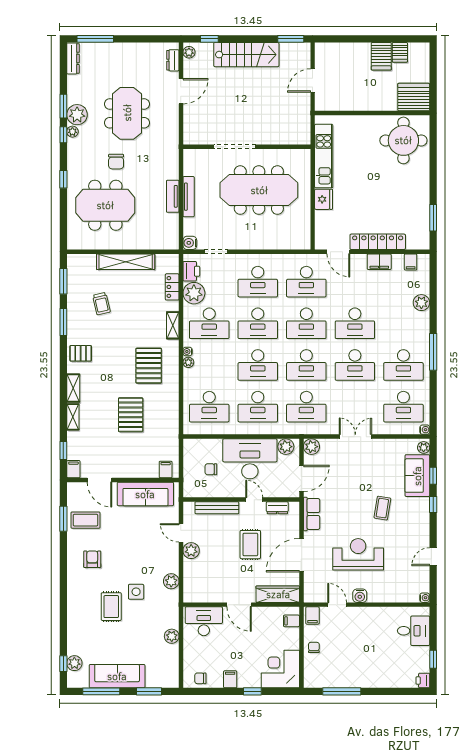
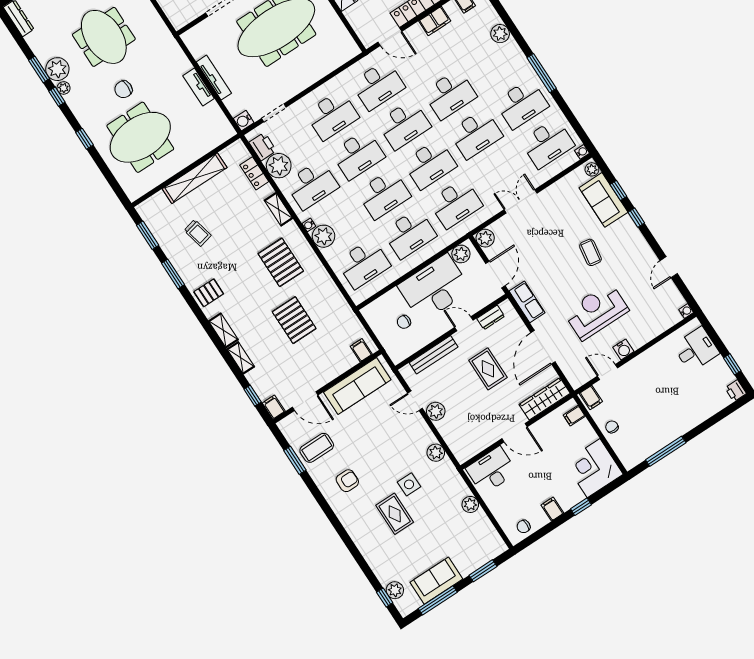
chair: (116, 162) -> (123, 89), turned 90
plant: (188, 362) -> (324, 236), width x1.87, depth x1.87
armchair: (92, 559) -> (347, 481), turned 90
sofa: (117, 676) -> (436, 581), width x0.73

